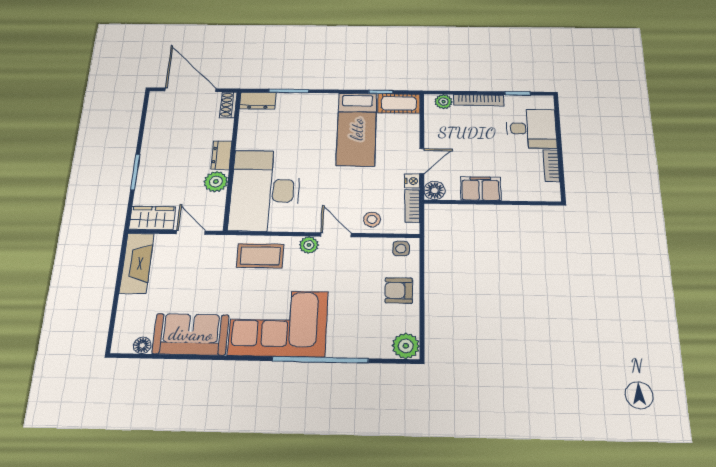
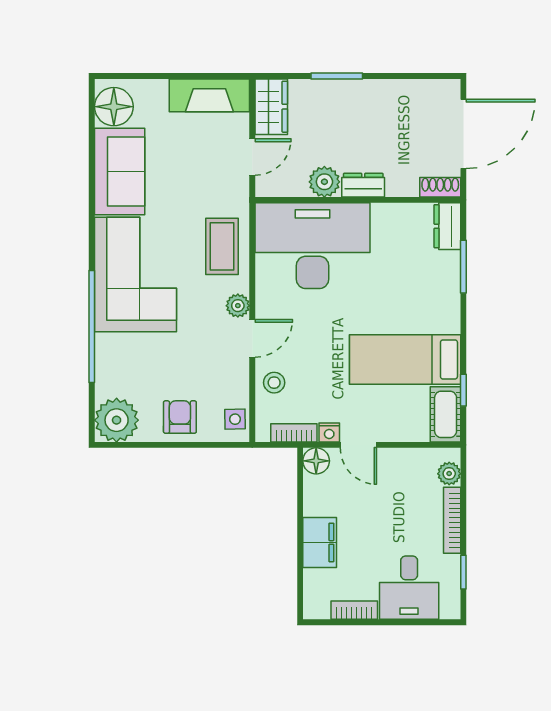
filing cabinet: (481, 189) -> (320, 542), moved
floor lamp: (142, 345) -> (114, 107), width x1.89, depth x1.89
plant: (406, 346) -> (117, 420), width x1.36, depth x1.36

